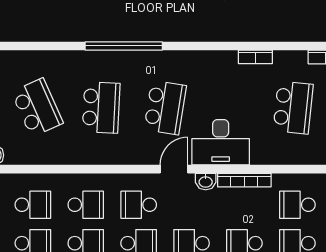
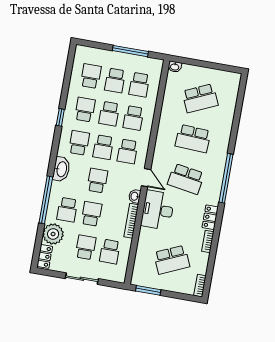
window: (124, 46) -> (226, 178), moved
locker: (217, 60) -> (210, 217), added
school desk: (293, 108) -> (172, 260), turned -30
school desk: (139, 205) -> (128, 151), turned 180
school desk: (297, 205) -> (110, 252), turned 180

